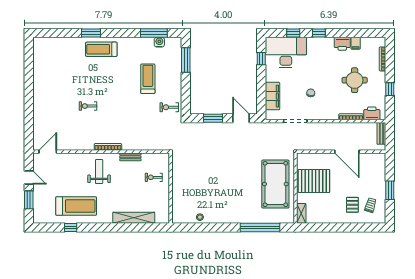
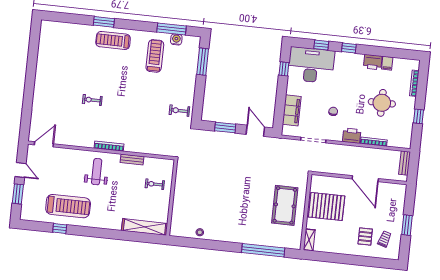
treadmill: (148, 79) -> (155, 56), moved
printer: (372, 113) -> (352, 136), moved
pool table: (275, 184) -> (285, 205), width x0.73, depth x0.76
shelving: (134, 218) -> (145, 227), moved

